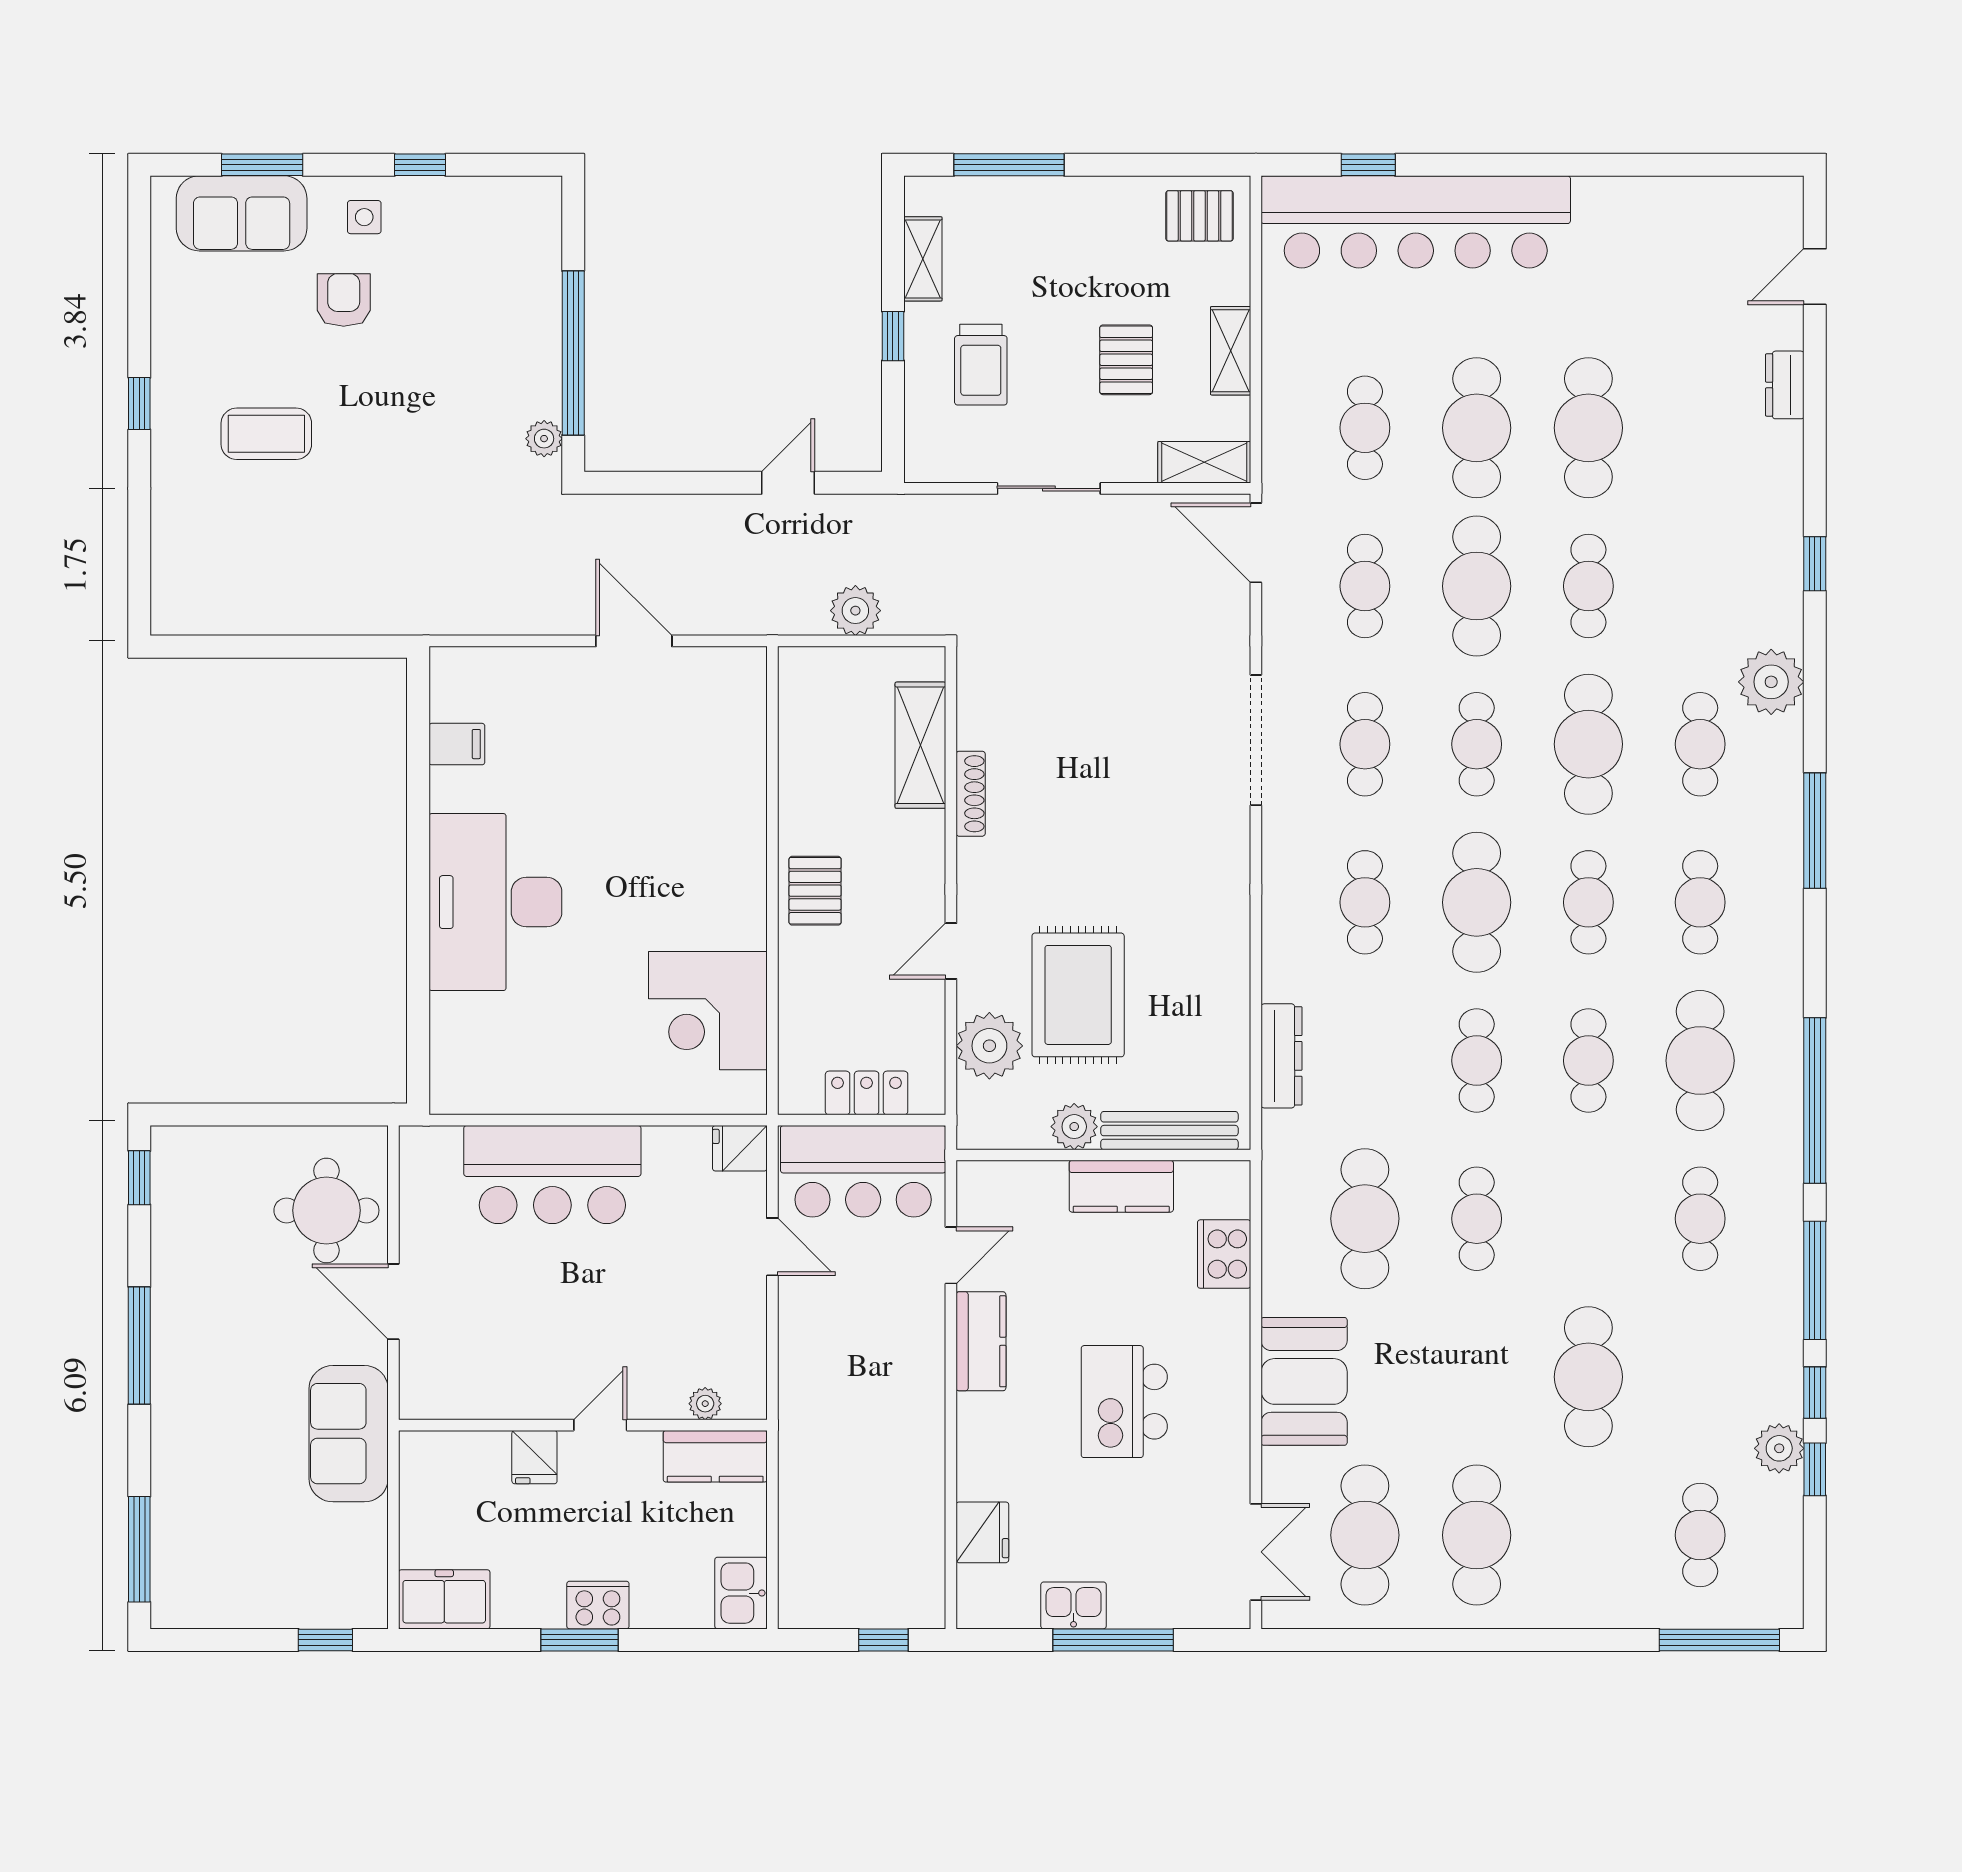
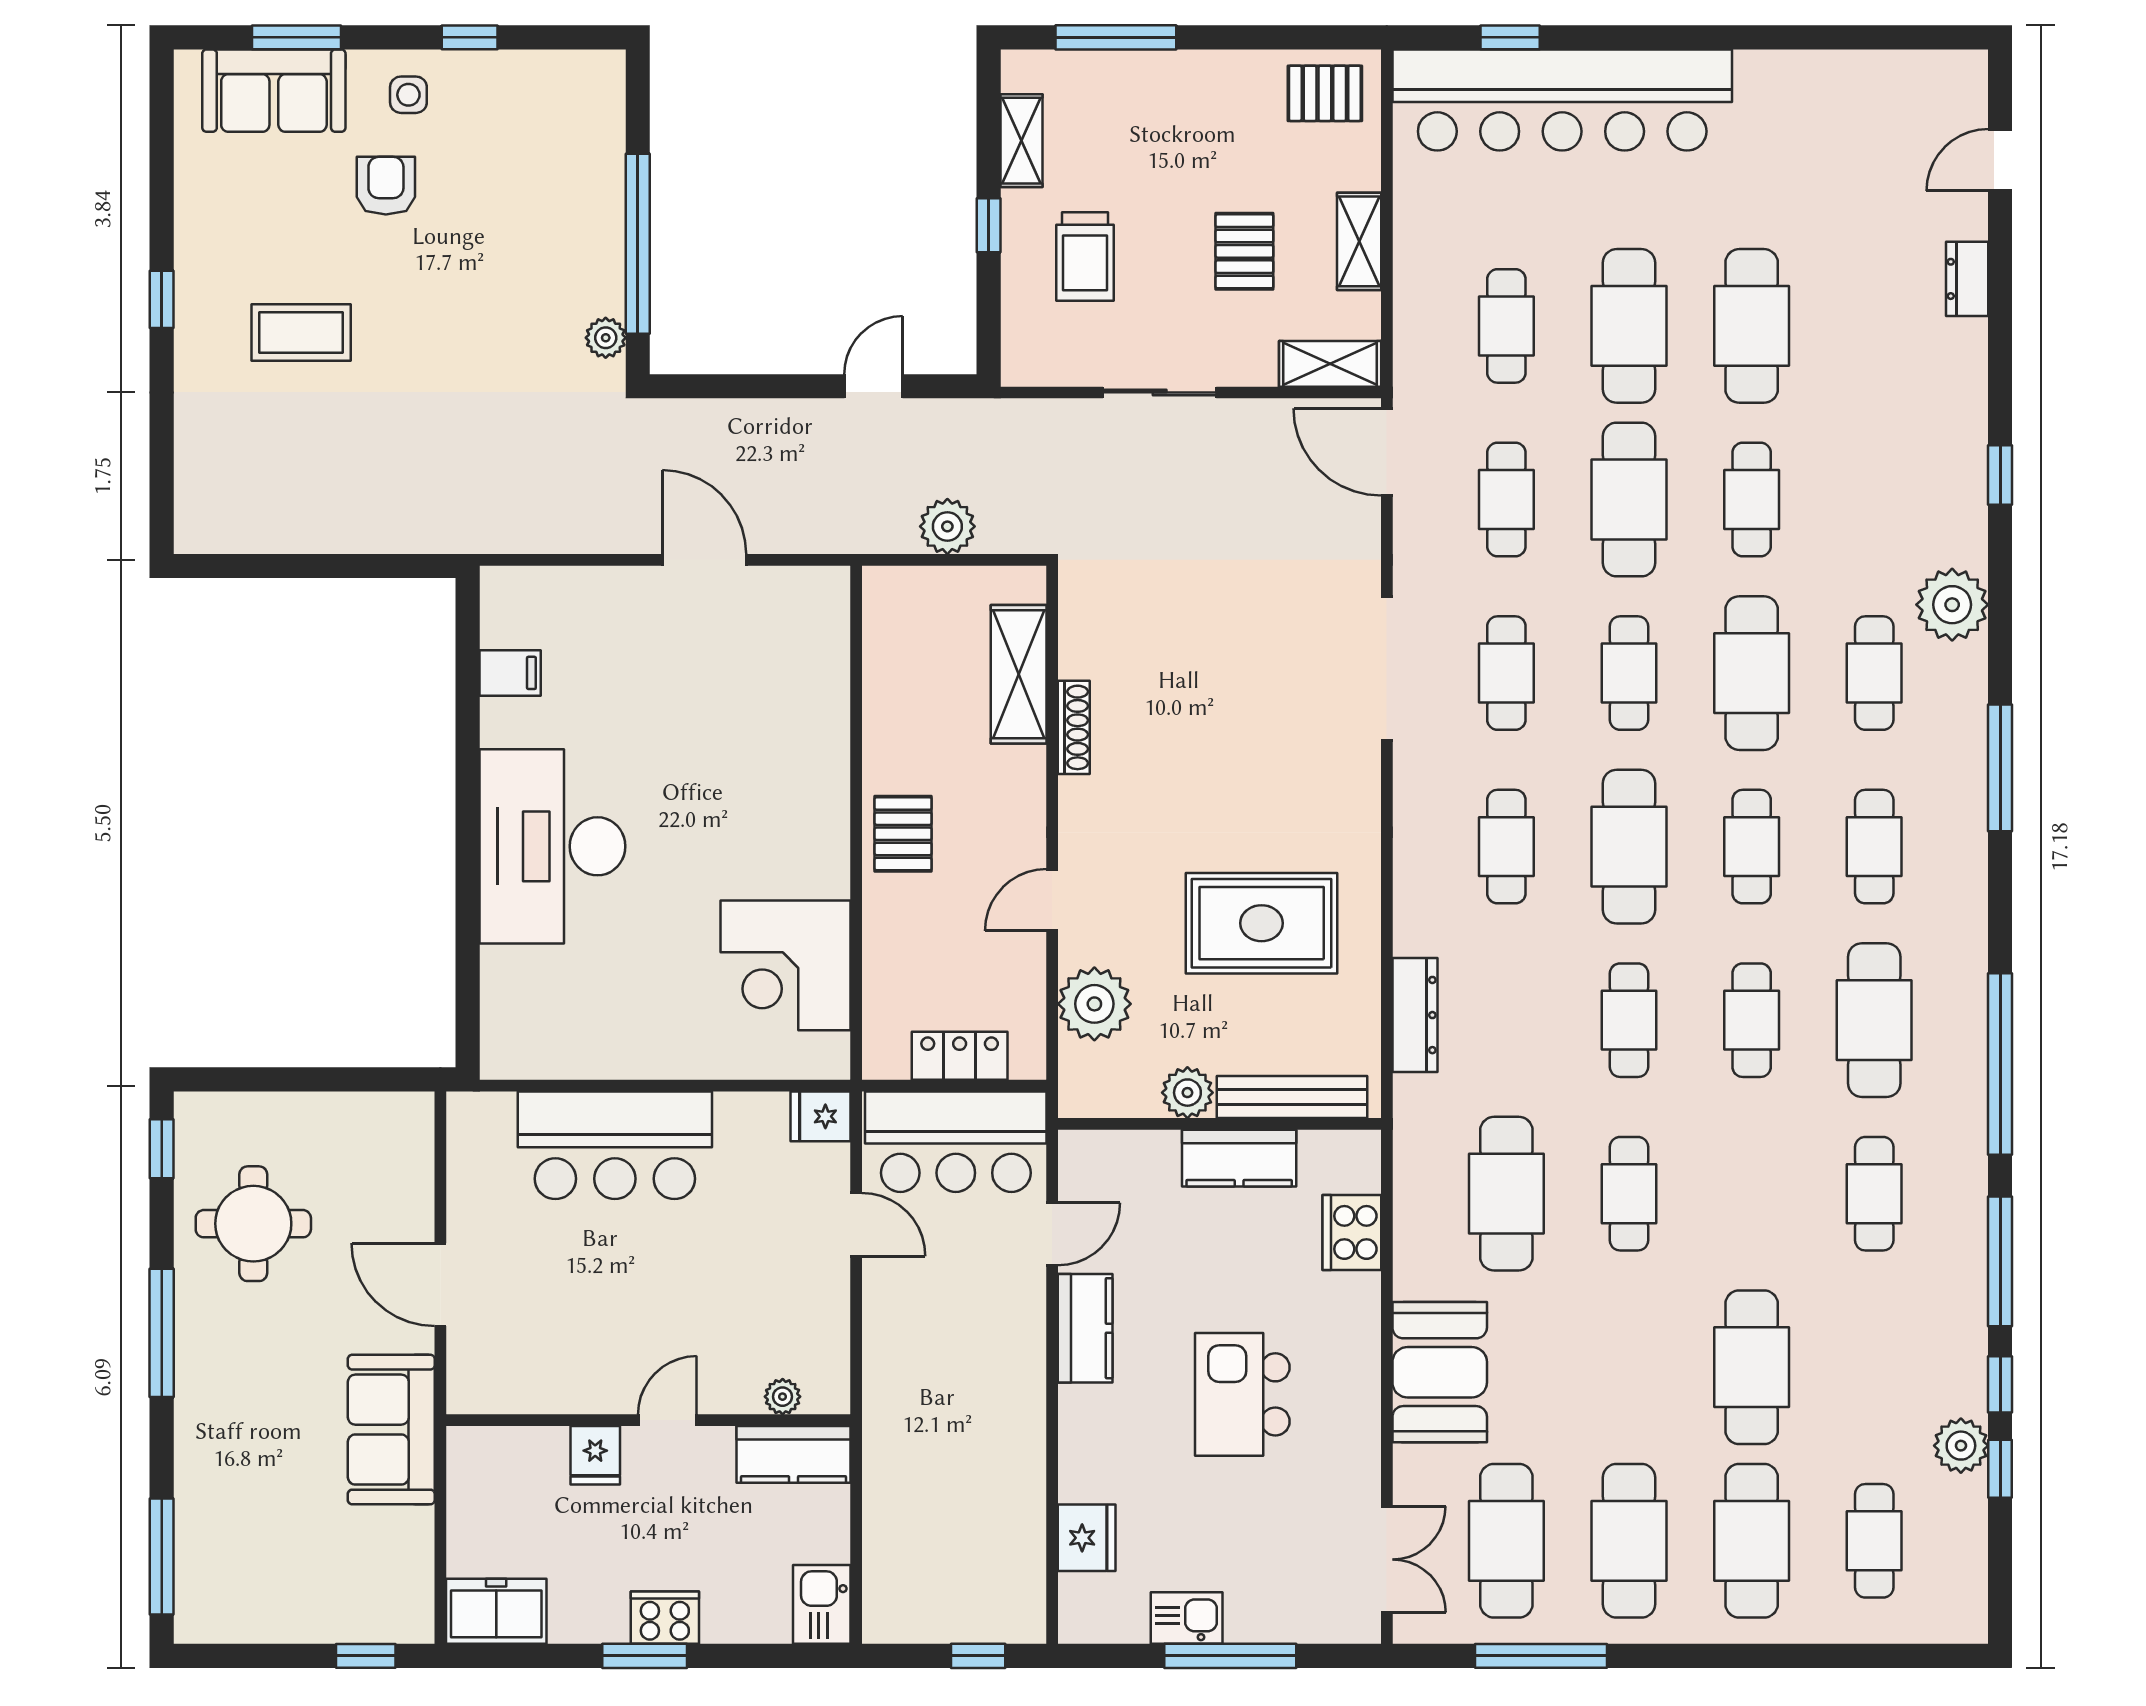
rug: (1078, 995) -> (1262, 923), moved, turned 90
round table: (326, 1210) -> (253, 1224), moved
cafe table: (1588, 1535) -> (1752, 1541), added
window: (1719, 1640) -> (1541, 1656), moved

